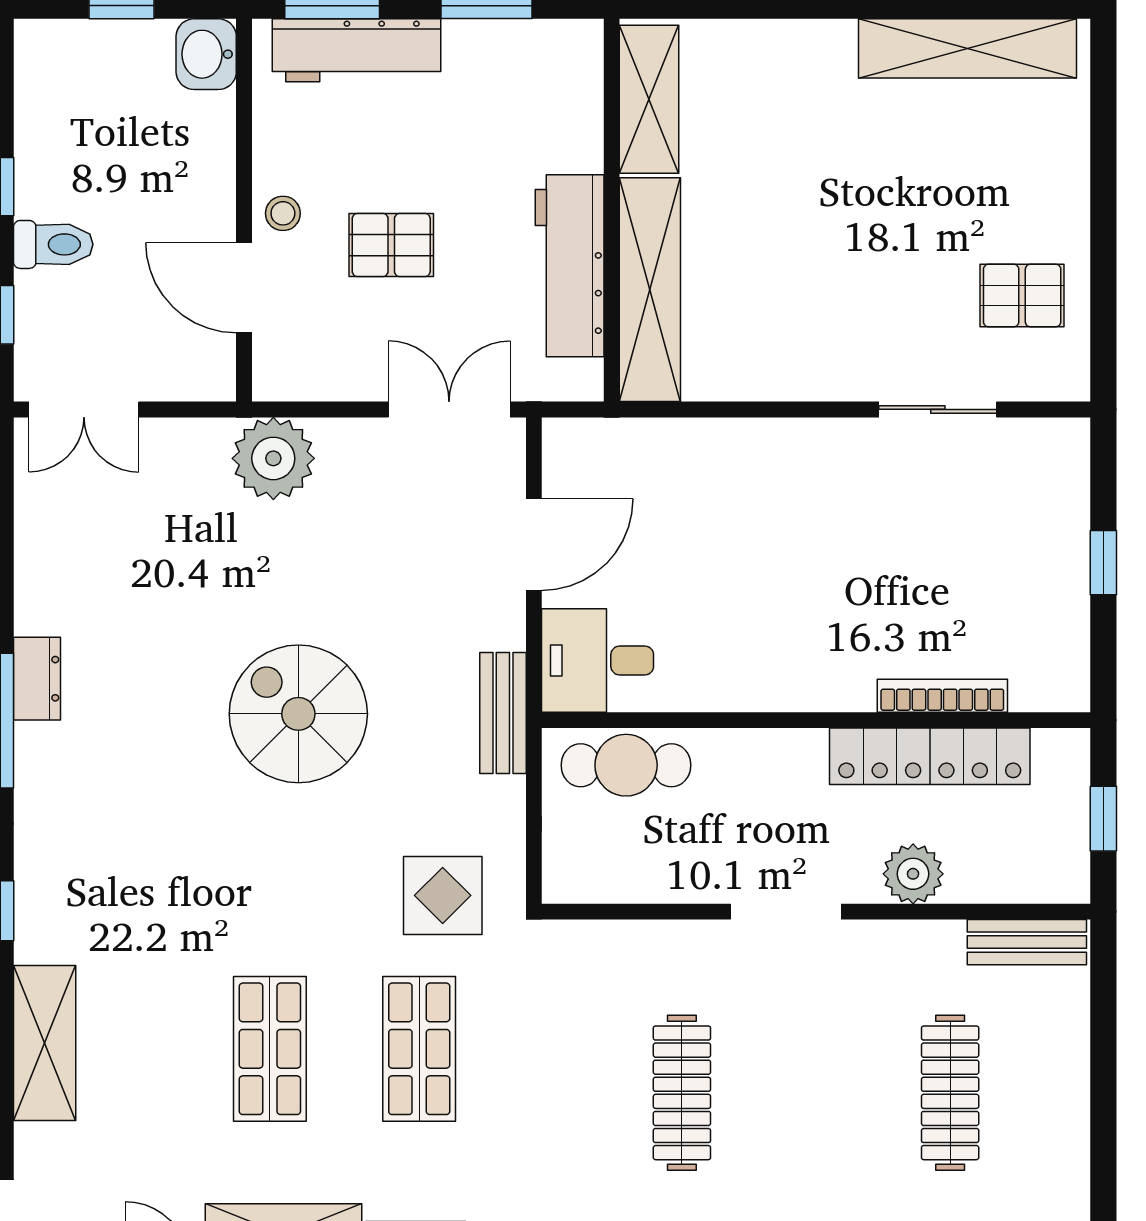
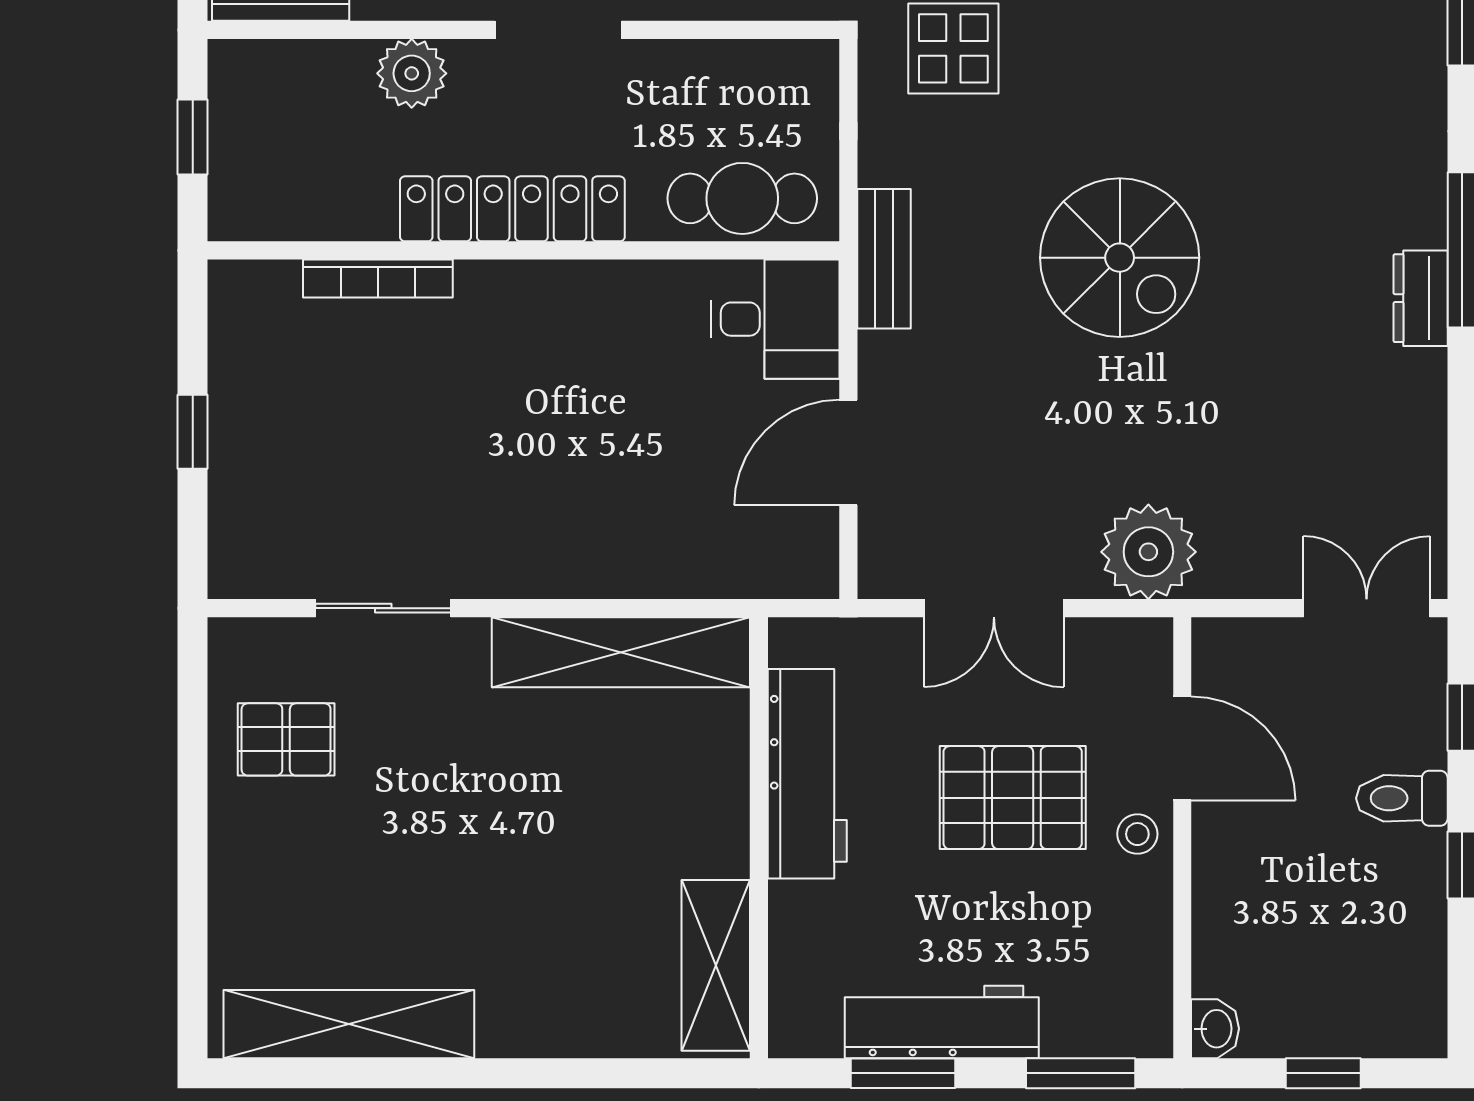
workbench: (356, 50) -> (942, 1022), moved
washbasin: (206, 54) -> (1215, 1029), width x0.72, depth x0.69
pallet: (391, 245) -> (1013, 798), width x1.50, depth x1.42
shelving: (650, 290) -> (621, 652), moved, turned 90
double door: (449, 409) -> (994, 608), moved
locker: (930, 756) -> (512, 209), moved

